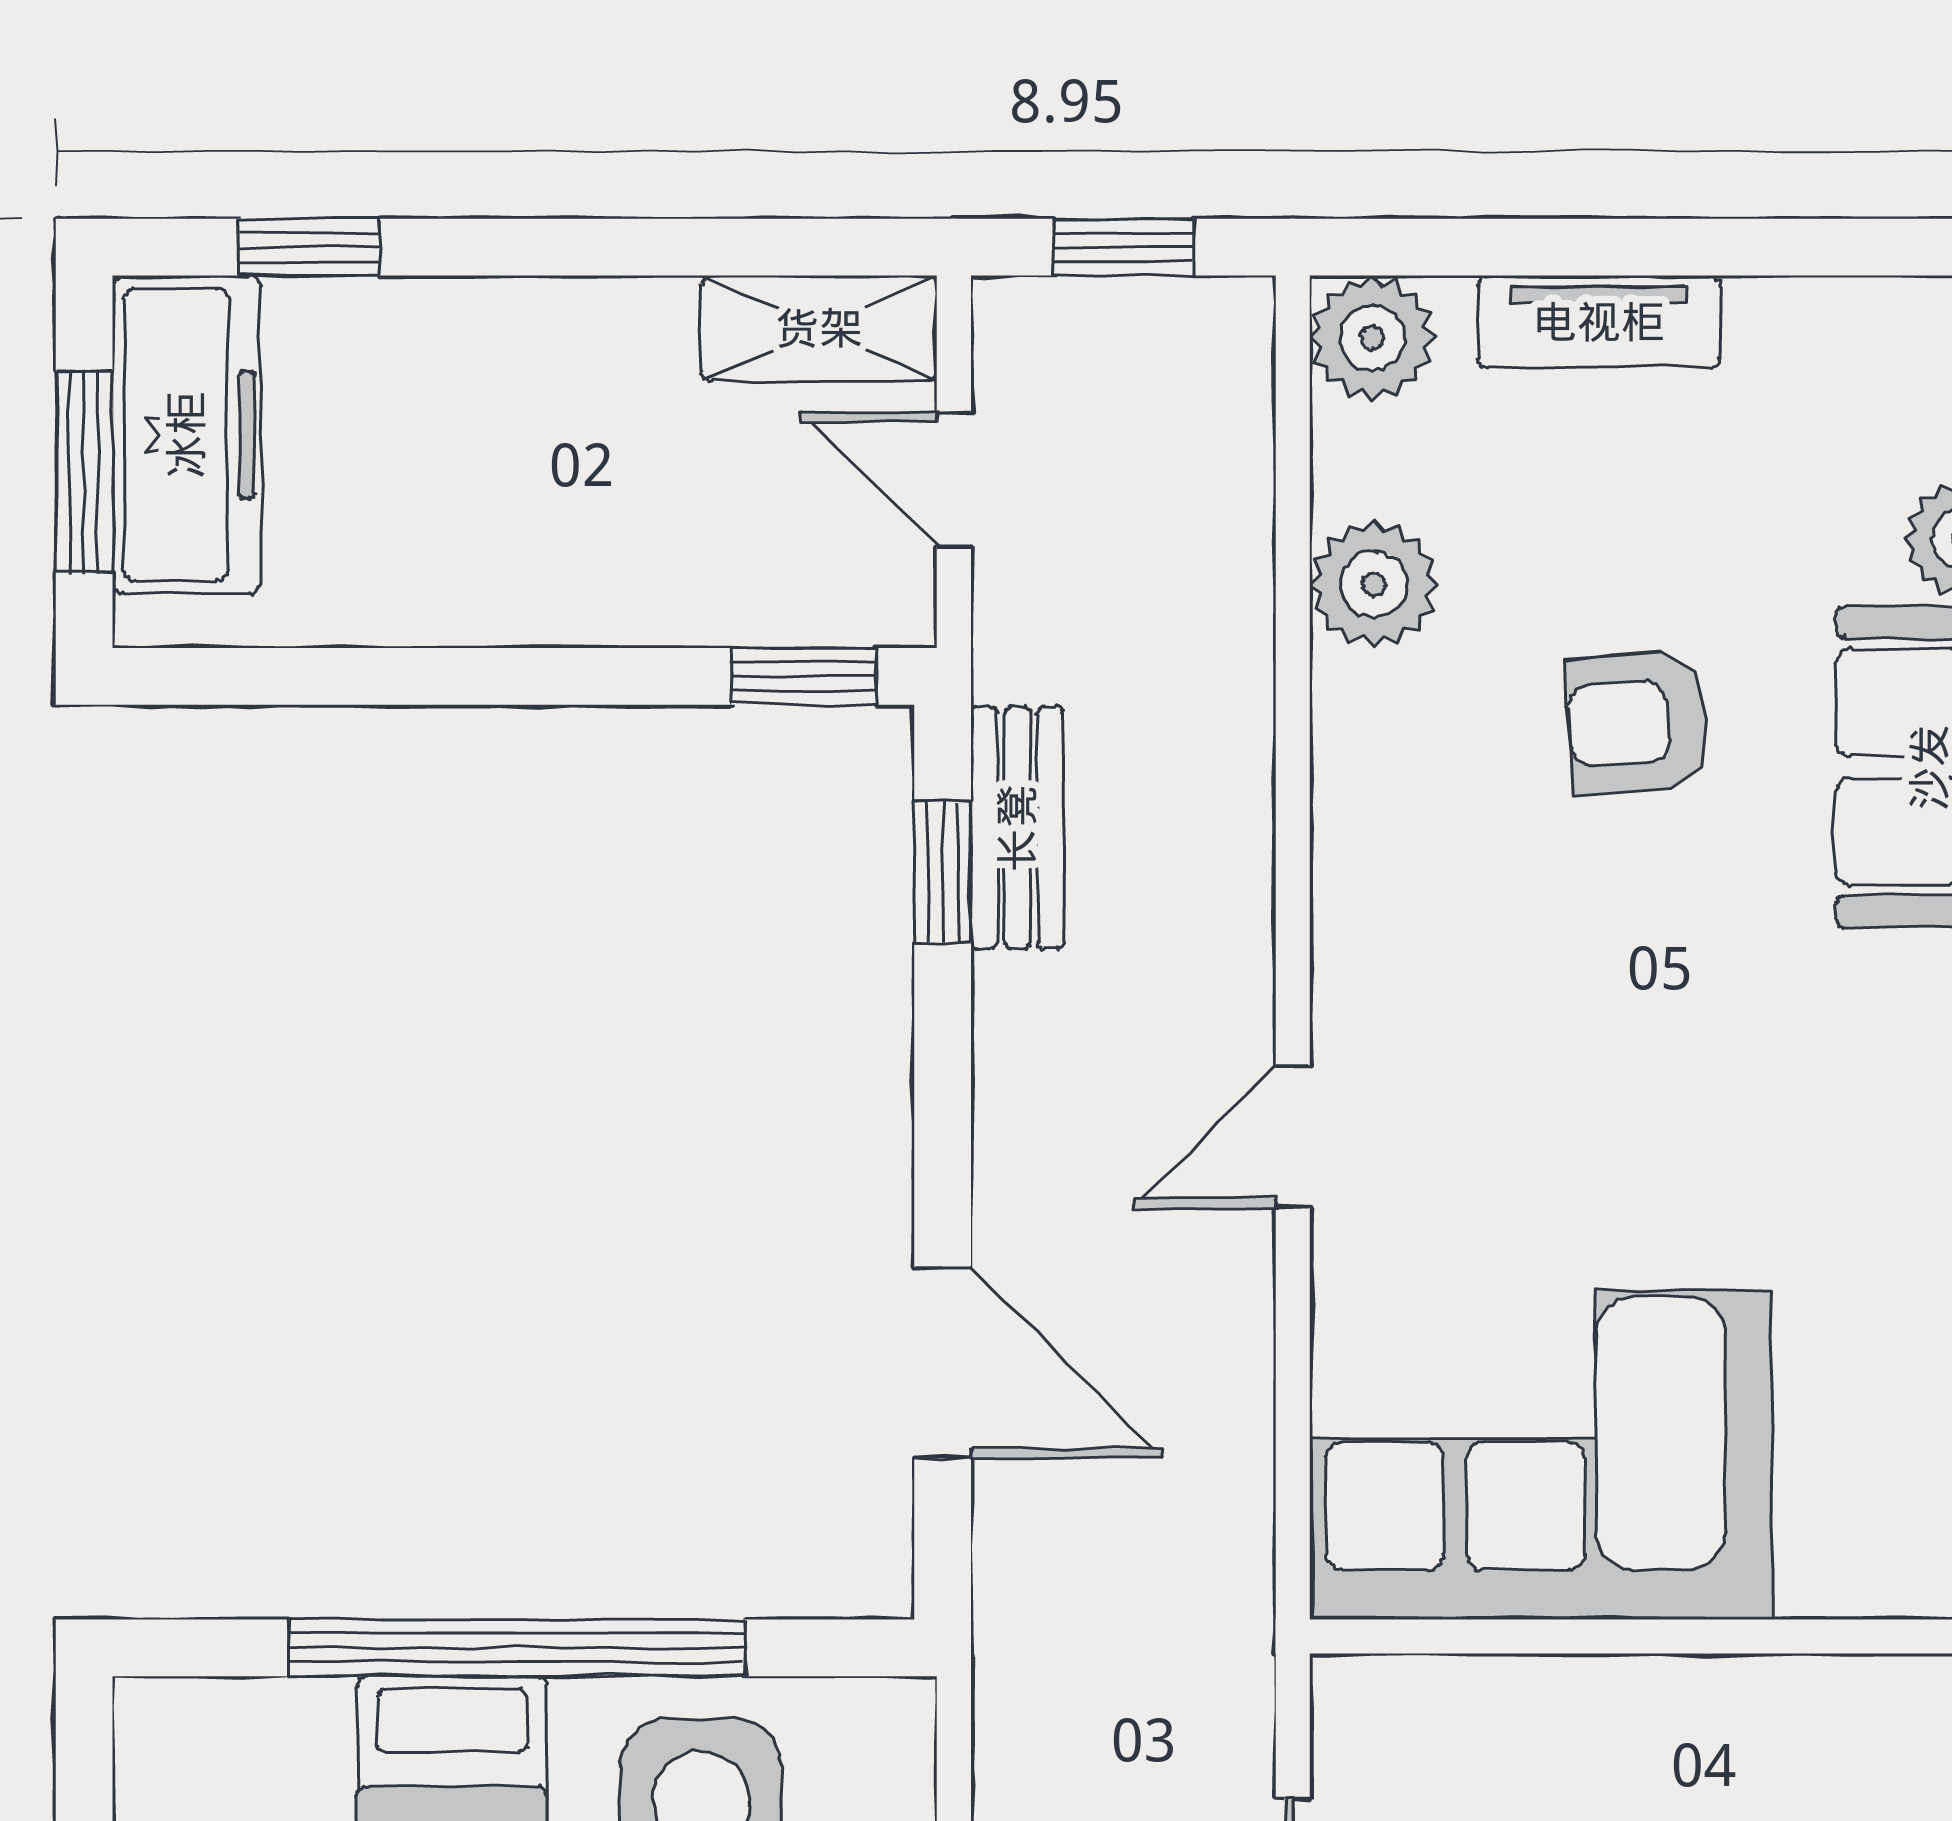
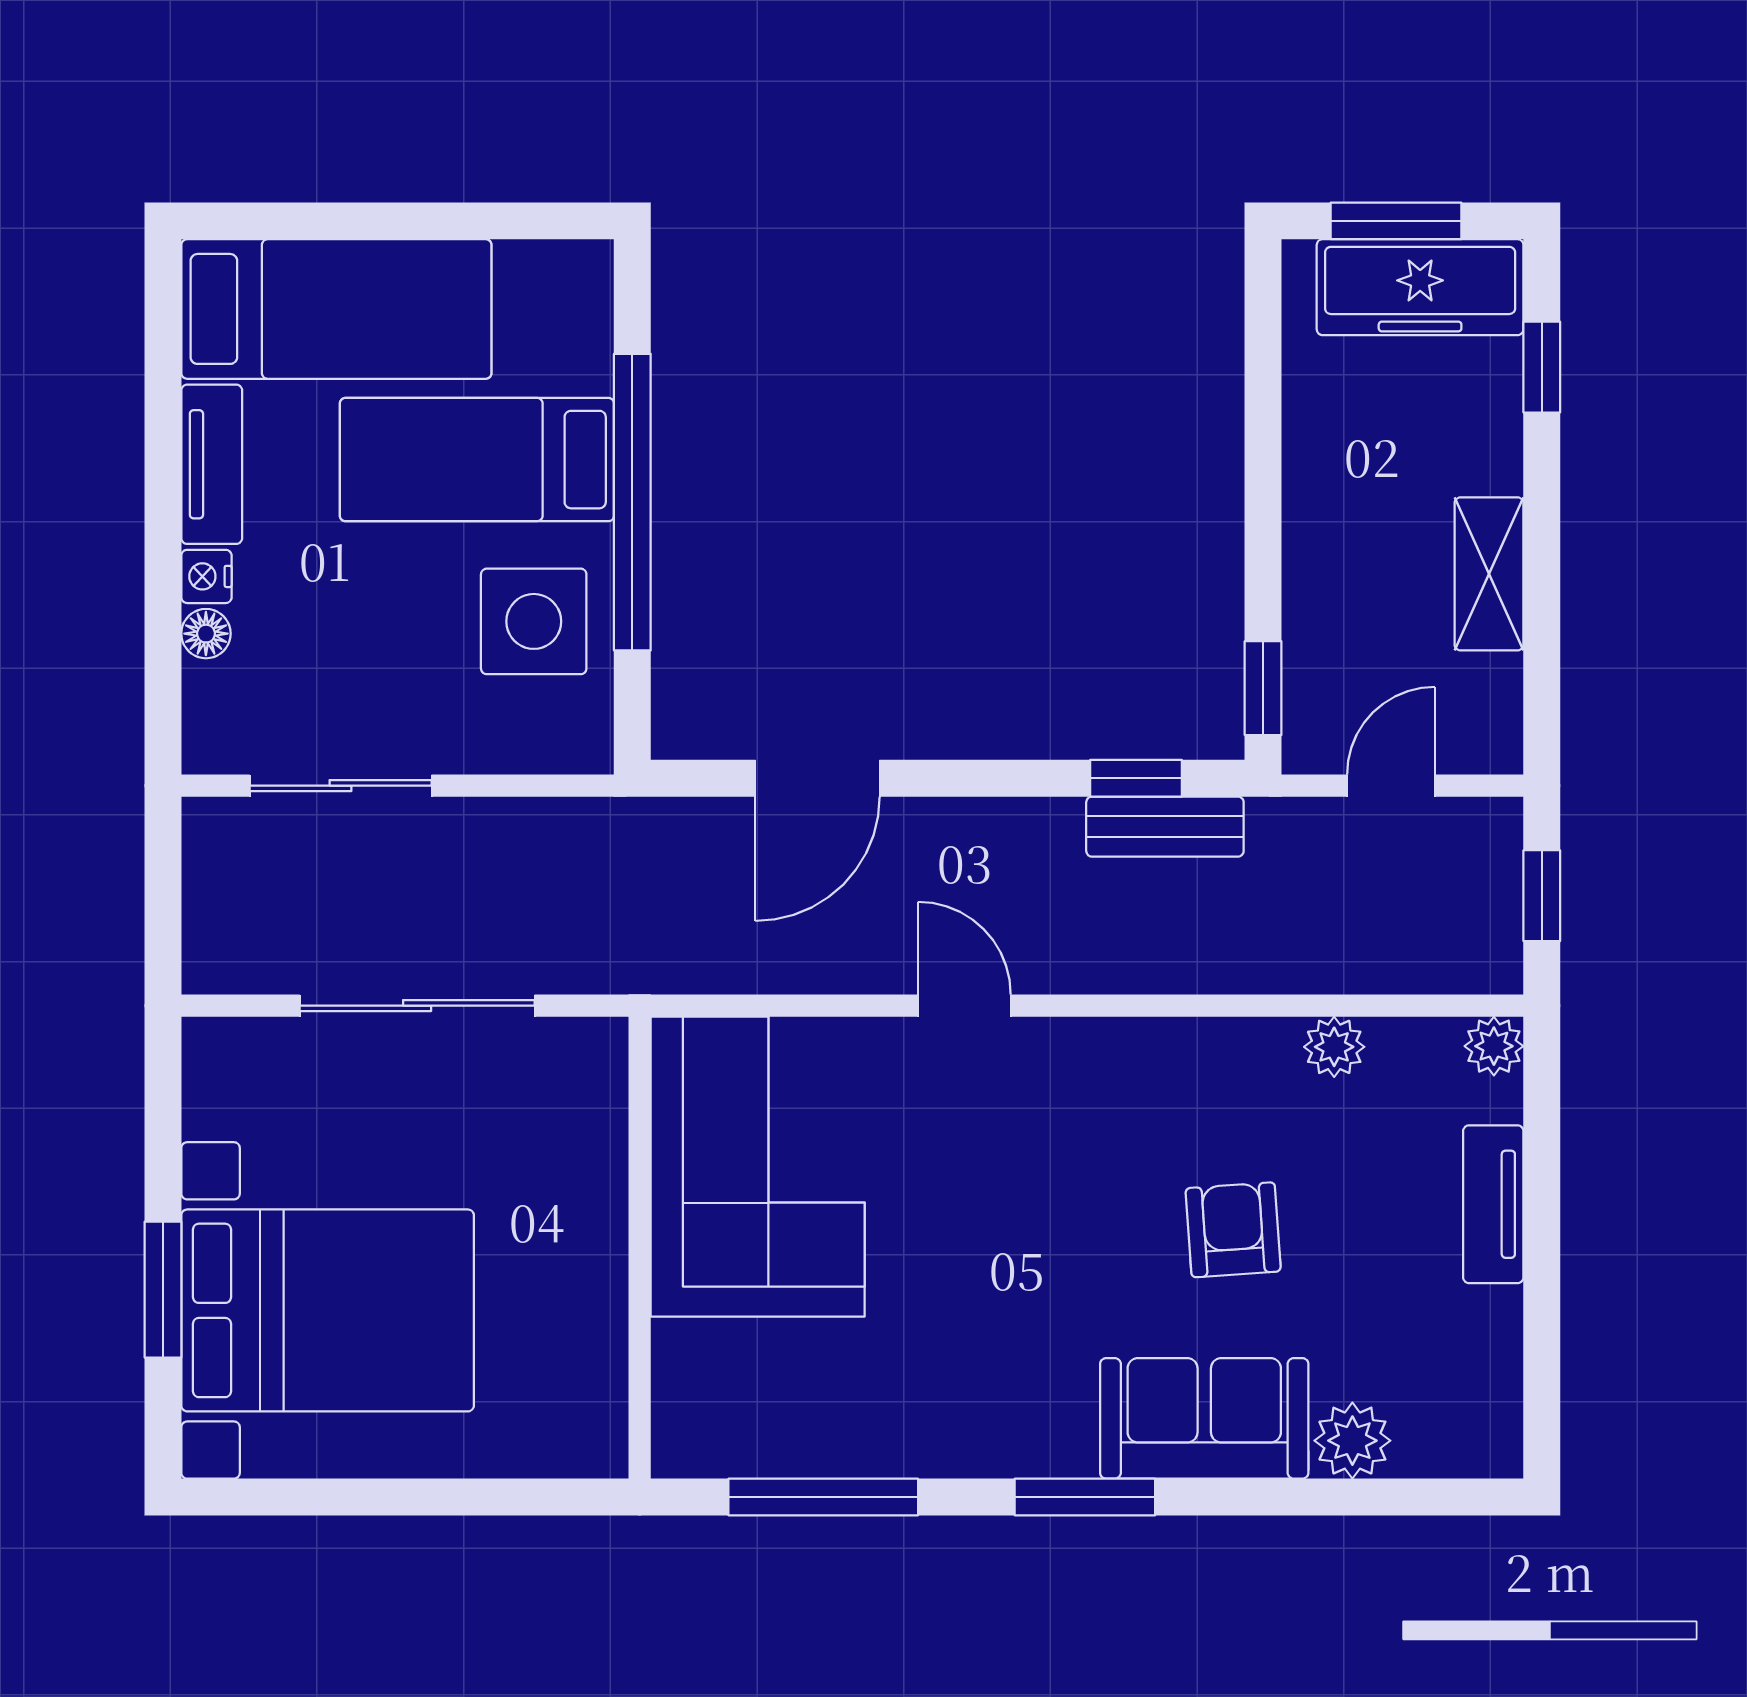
shelving: (819, 328) -> (1489, 574), moved
plant: (1372, 338) -> (1494, 1046), width x0.73, depth x0.73
plant: (1374, 584) -> (1334, 1047), width x0.73, depth x0.73

